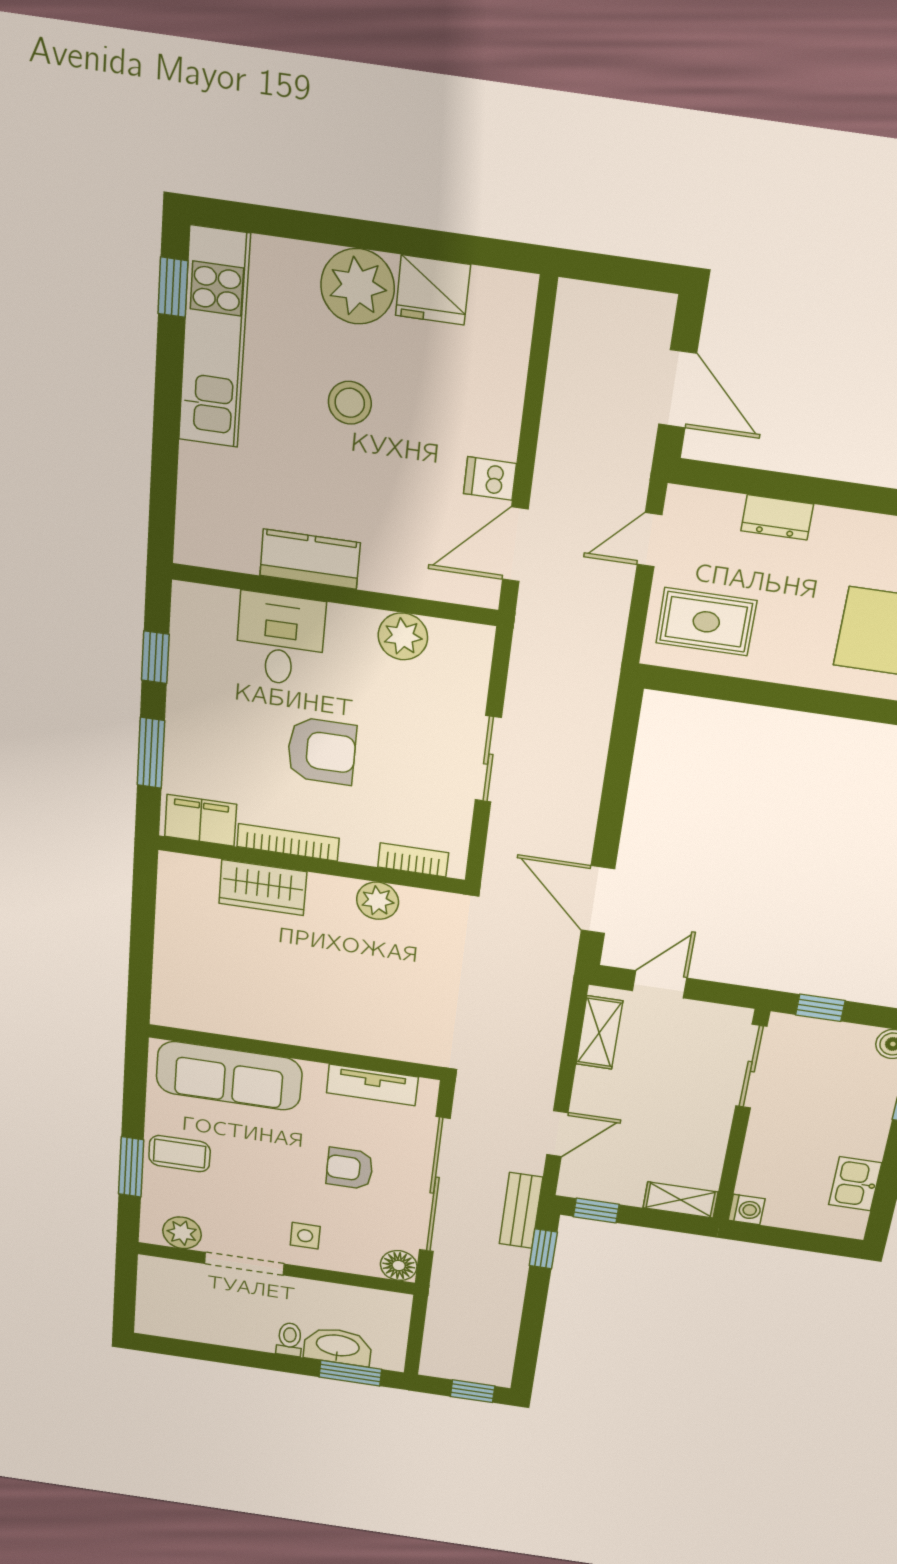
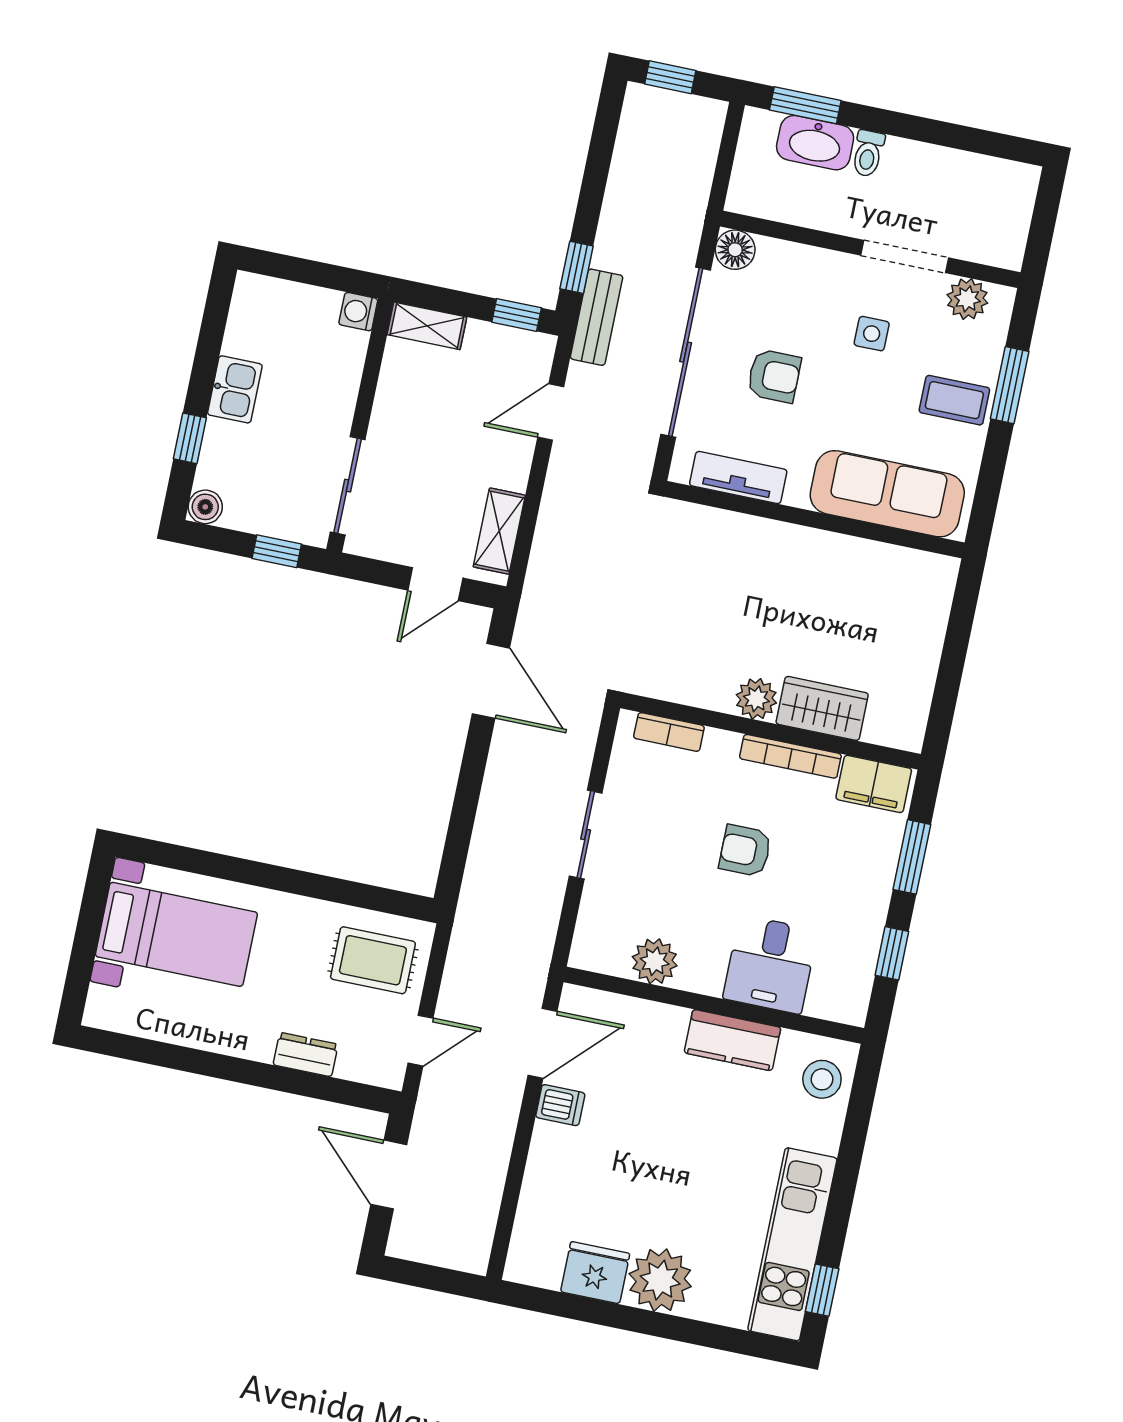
stool: (350, 403) -> (822, 1079), moved
armchair: (322, 751) -> (745, 851), width x0.72, depth x0.72
plant: (378, 901) -> (756, 699), moved
kitchen sink: (855, 1184) -> (235, 389), moved
side table: (305, 1236) -> (872, 334), moved

